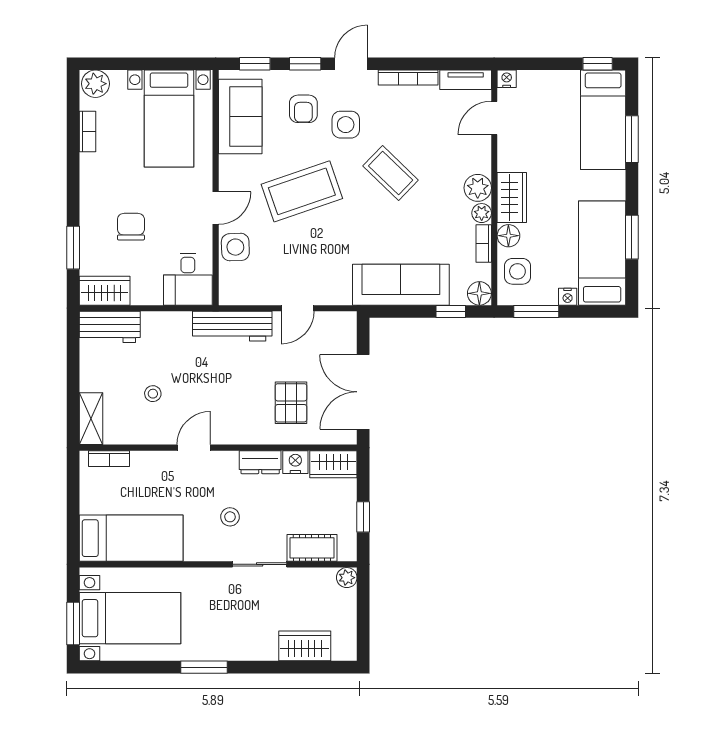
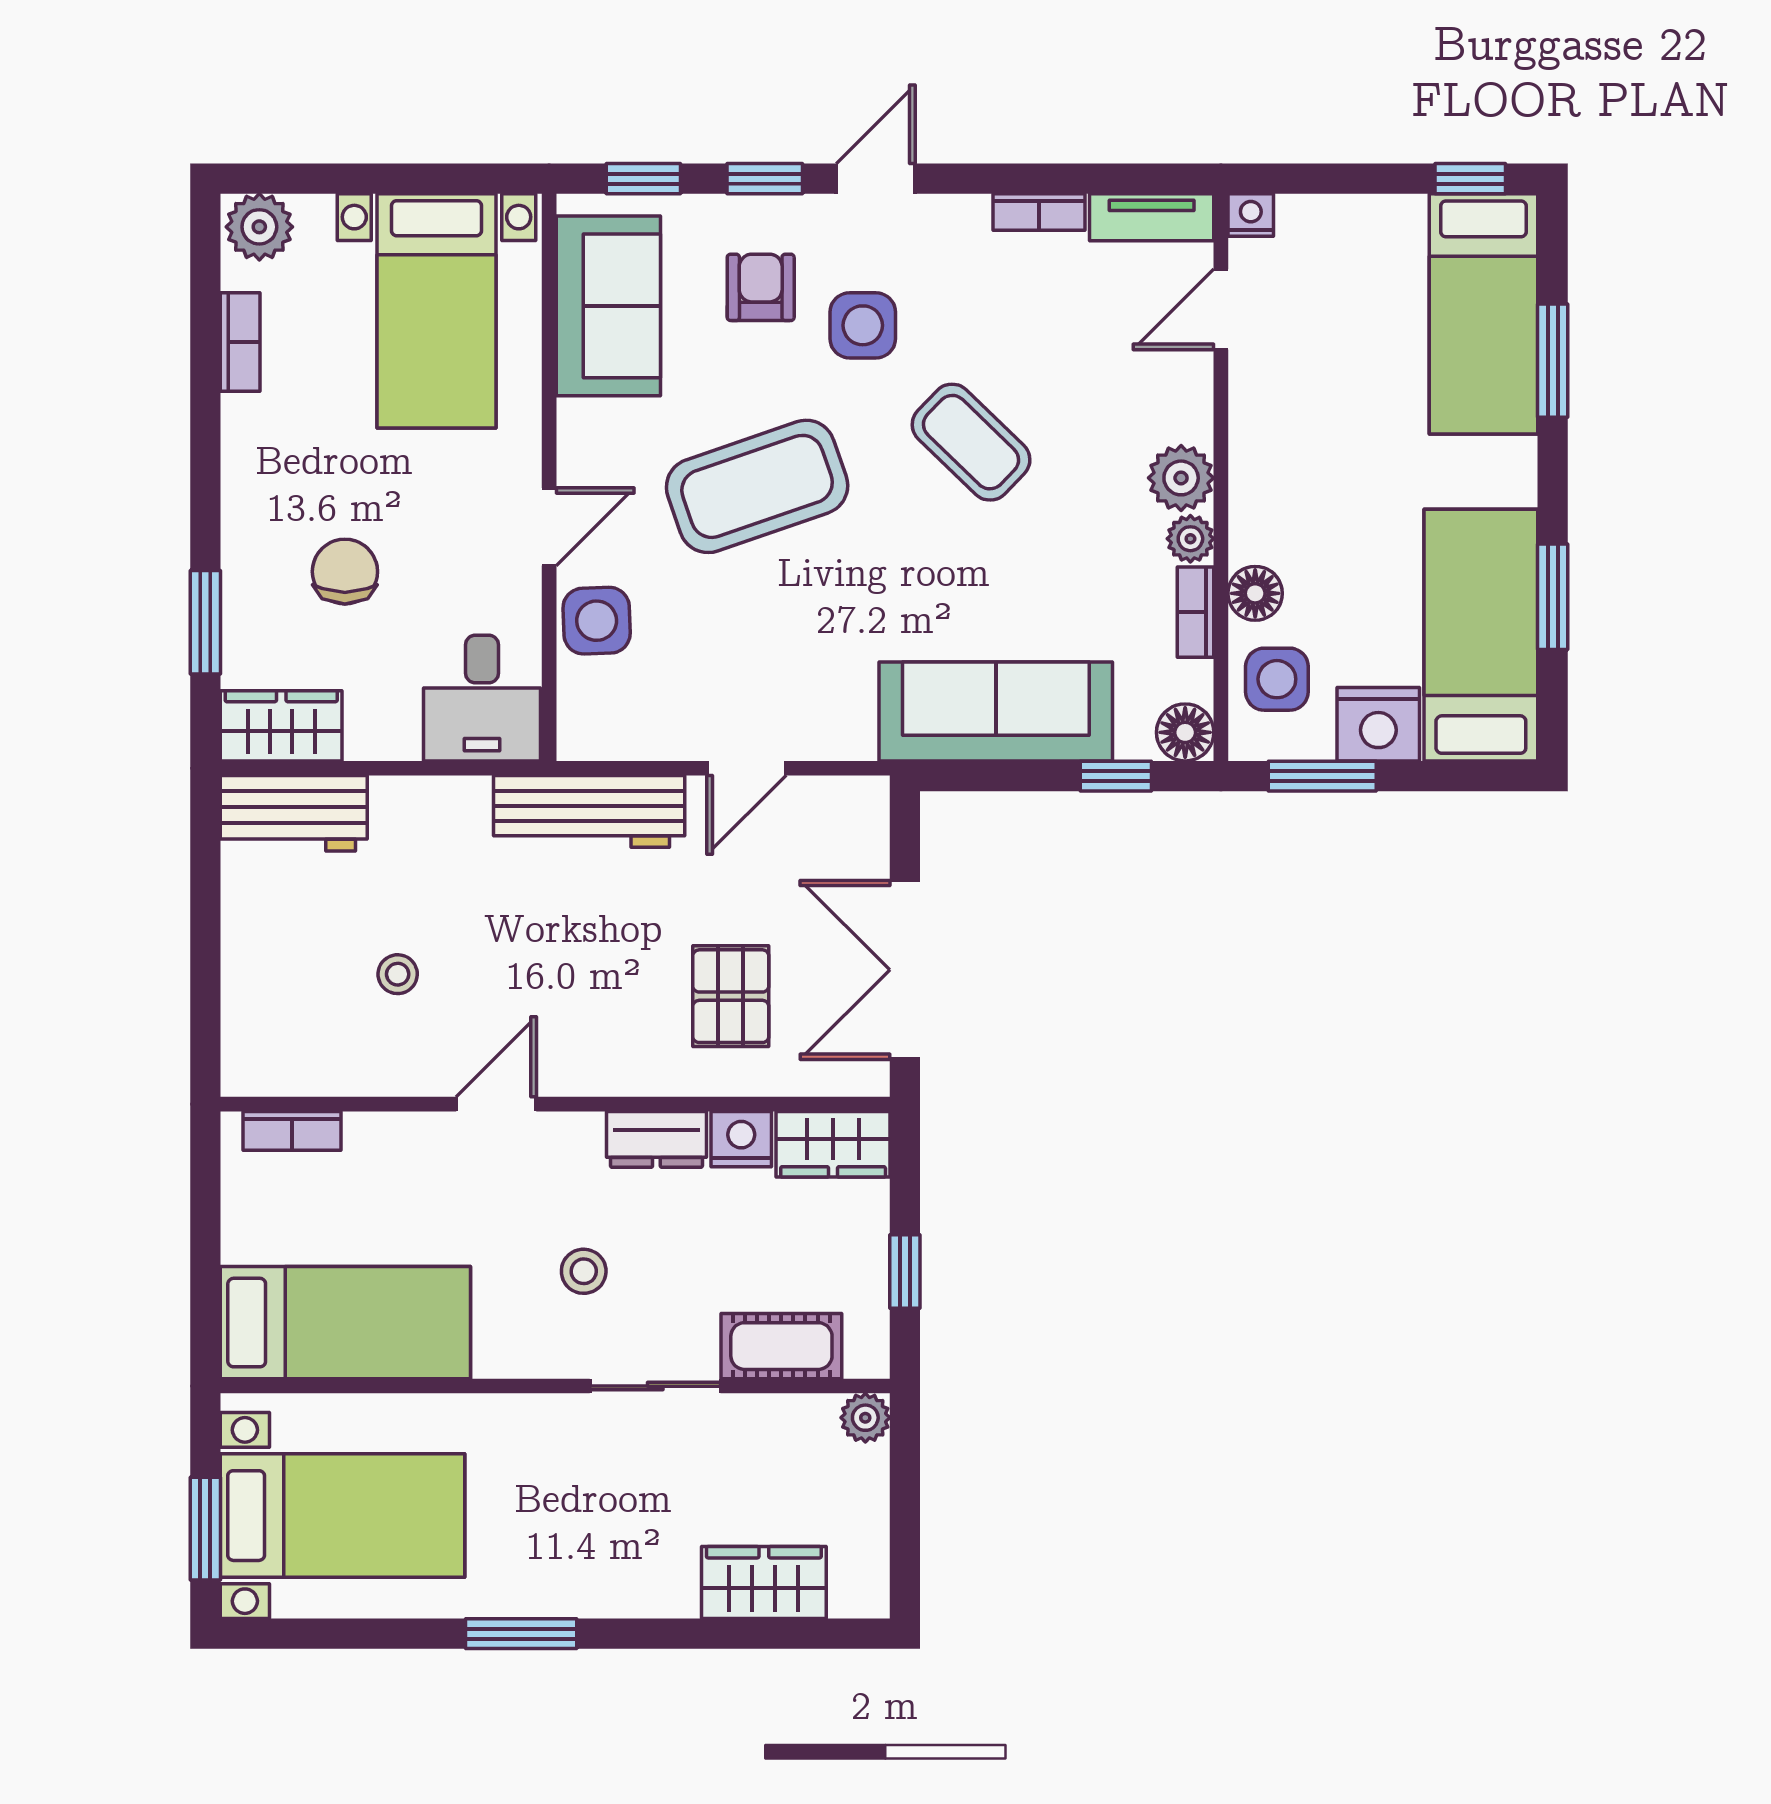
bookcase: (408, 78) -> (1039, 212), width x0.64
armchair: (303, 109) -> (761, 287), turned 180
wardrobe: (512, 197) -> (1263, 501), removed
nightstand: (568, 297) -> (1378, 724), width x1.89, depth x1.79
shelving: (91, 419) -> (249, 1034), removed

